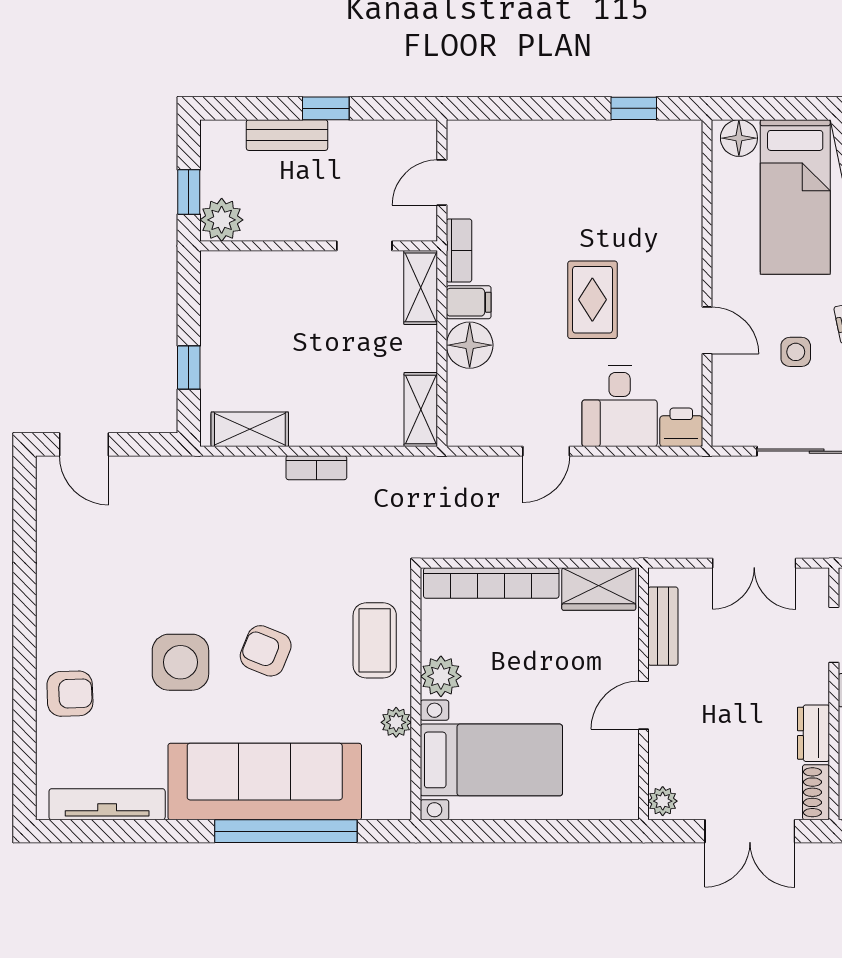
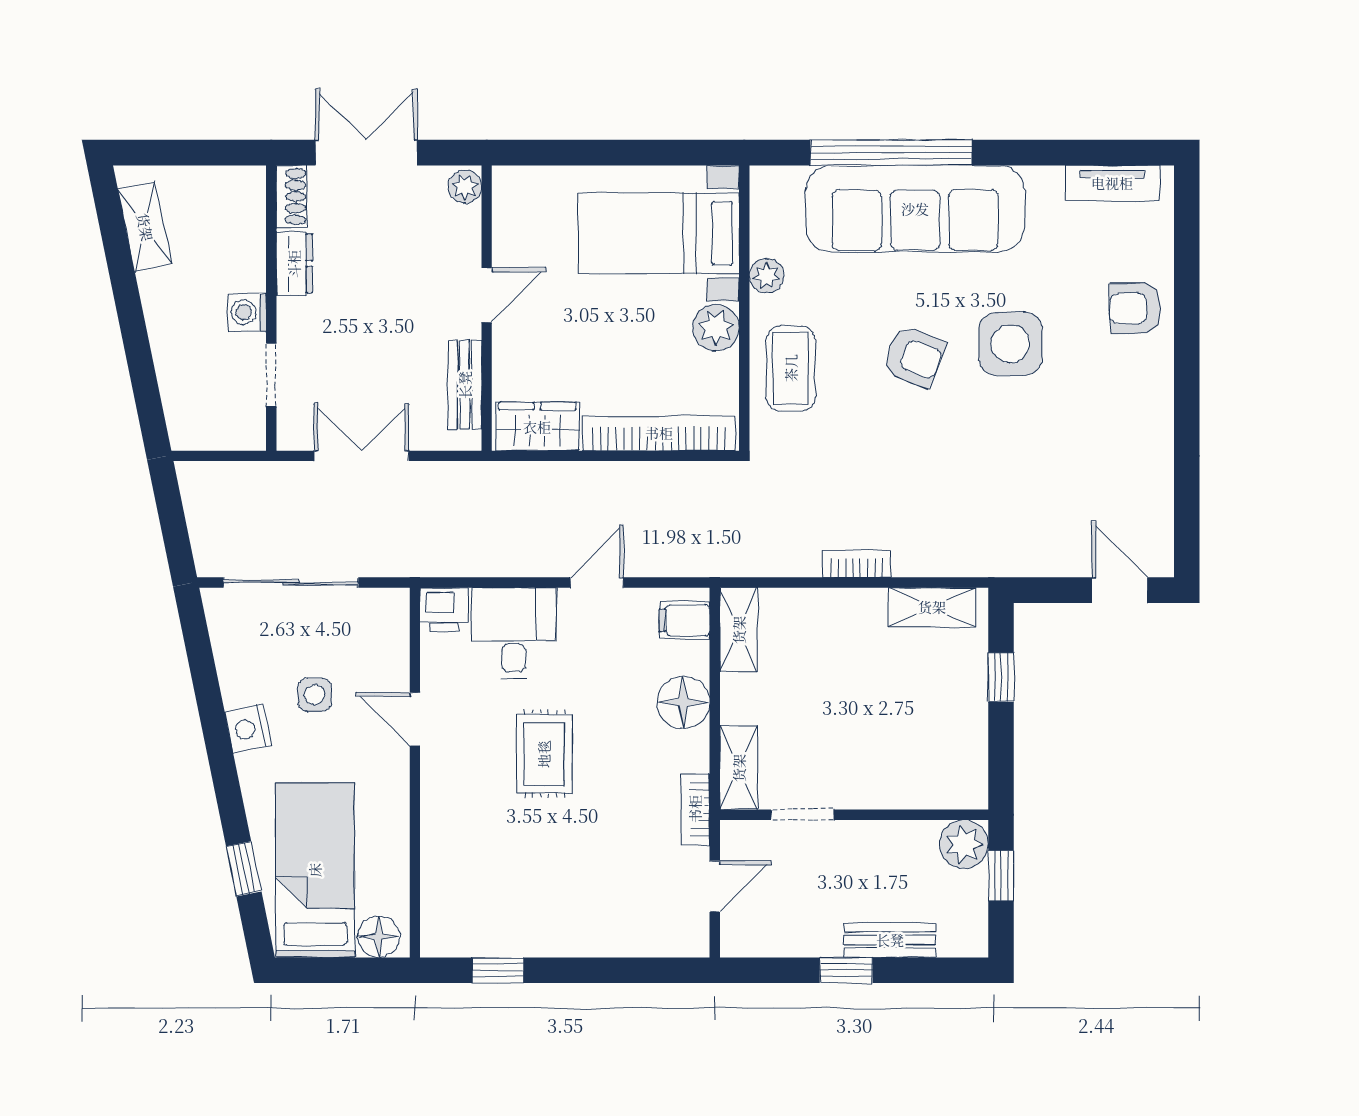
filing cabinet: (469, 302) -> (684, 620), moved
tv unit: (107, 804) -> (1112, 183), width x0.71

